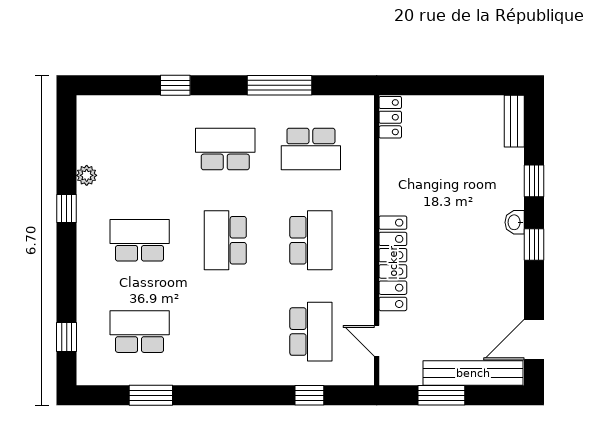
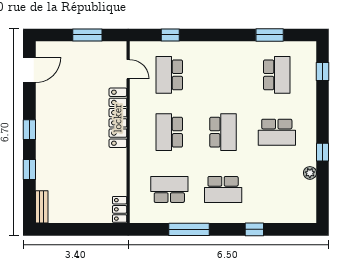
washbasin: (515, 222) -> (41, 143), removed
school desk: (140, 332) -> (277, 75), turned -90
bench: (473, 373) -> (68, 49), removed

